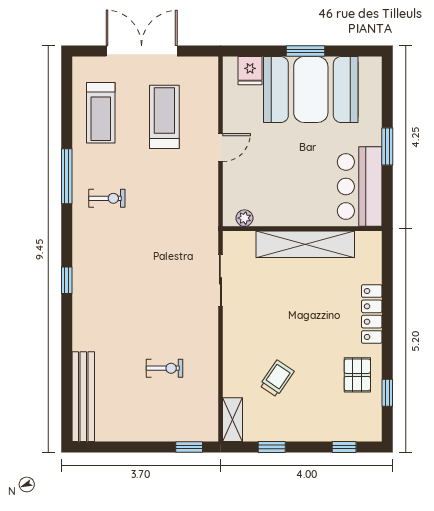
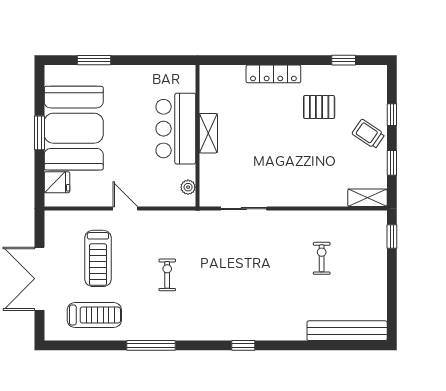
treadmill: (164, 117) -> (98, 258), turned -90
window: (387, 146) -> (94, 60), moved
bar counter: (360, 186) -> (176, 129), moved, turned 90
exercise bike: (107, 198) -> (167, 275), moved
shelving: (305, 244) -> (208, 133), width x0.45, depth x0.75
pallet: (357, 375) -> (319, 107), moved
trolley: (277, 378) -> (368, 134), moved
window: (344, 447) -> (392, 115), moved

